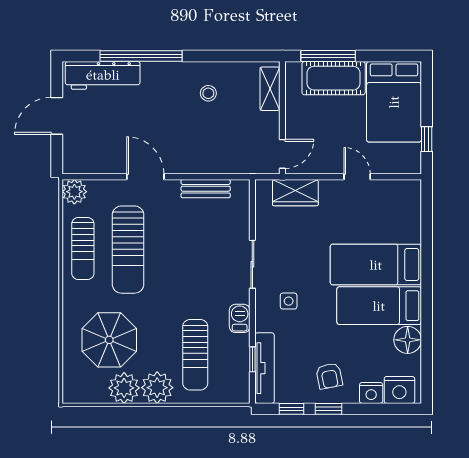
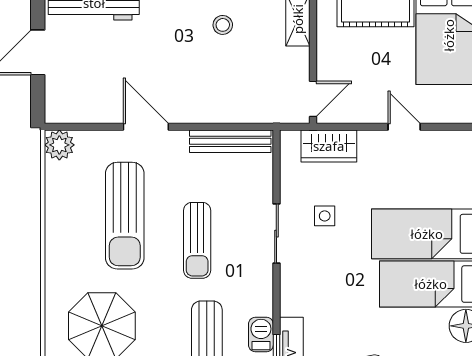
bench: (206, 189) -> (230, 141), width x1.36
sun lounger: (83, 248) -> (197, 240), moved
side table: (289, 301) -> (325, 216), moved
barbecue: (240, 318) -> (261, 335), moved

